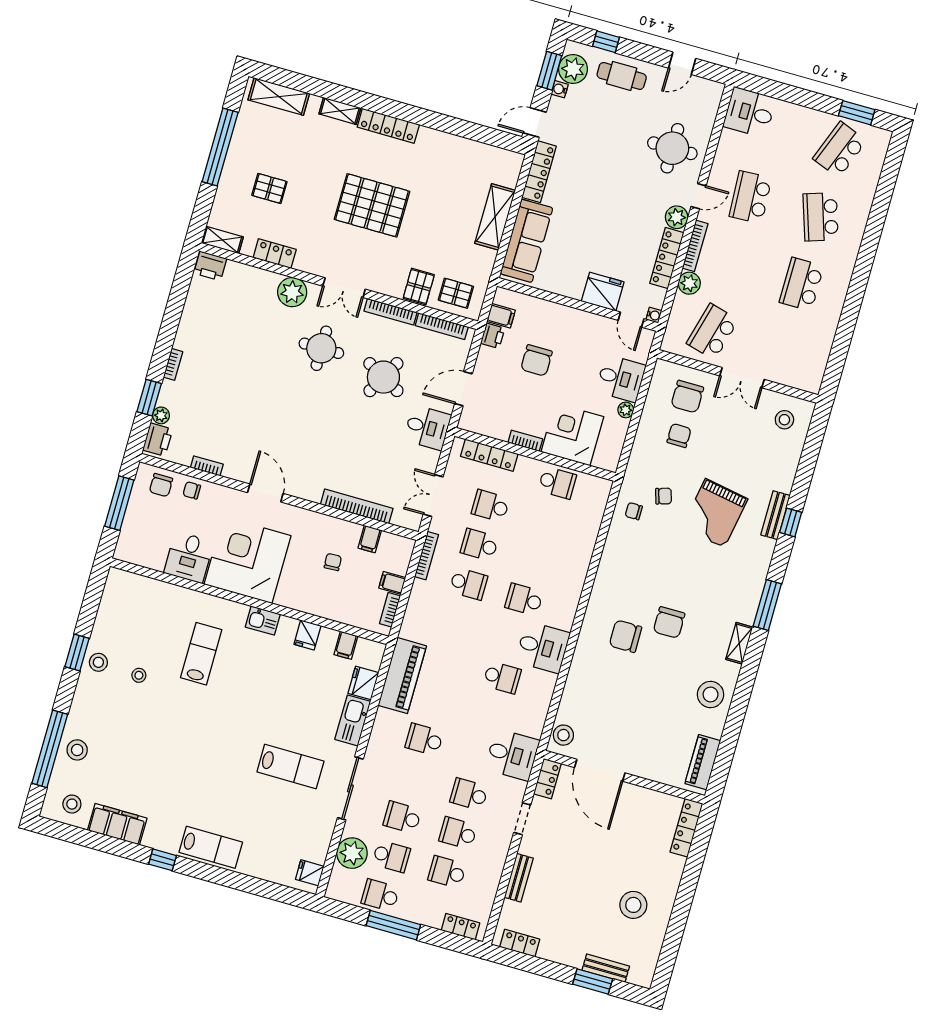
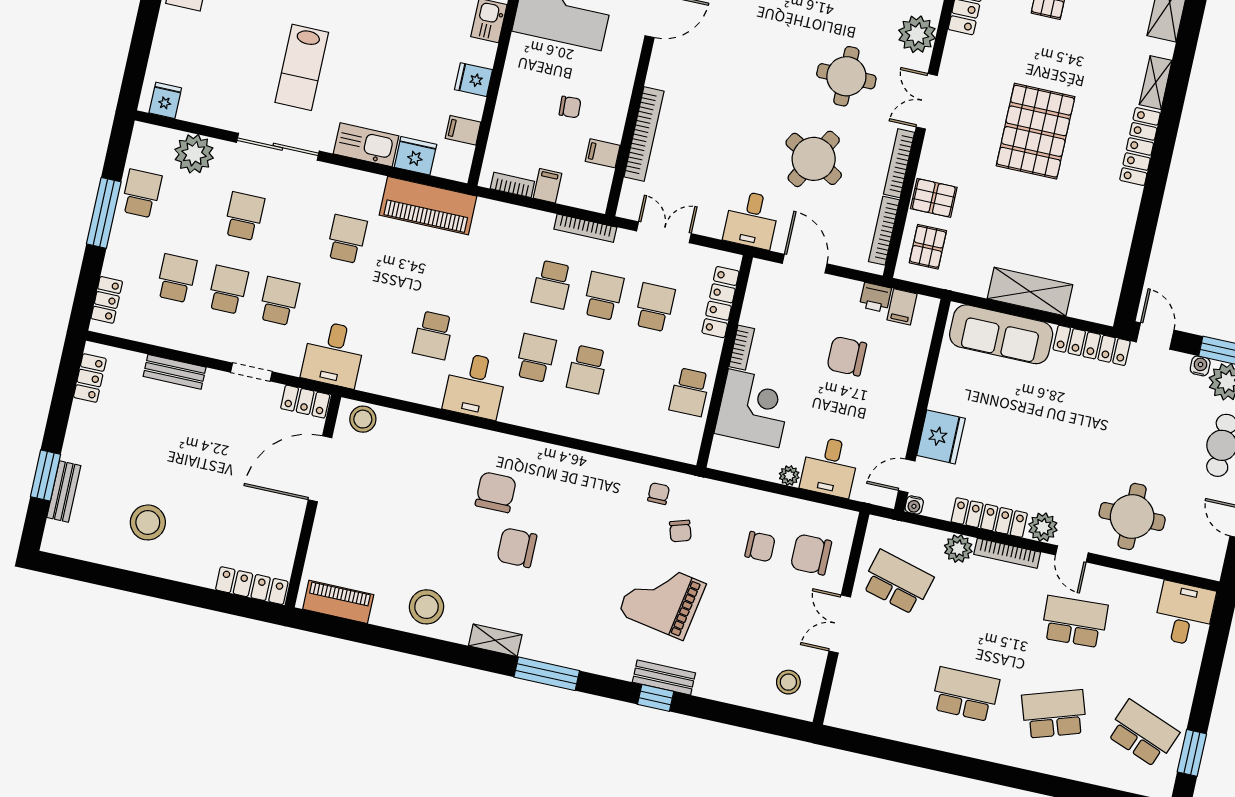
school desk: (391, 856) -> (587, 369), moved

